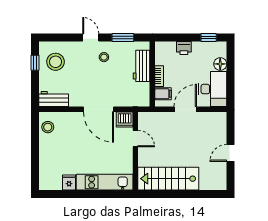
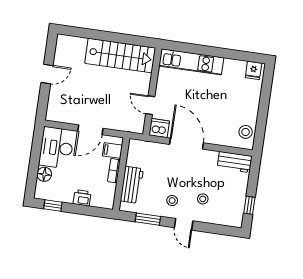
stool: (56, 62) -> (203, 199), moved, width x0.53, depth x0.53
fridge: (69, 183) -> (253, 70), moved

